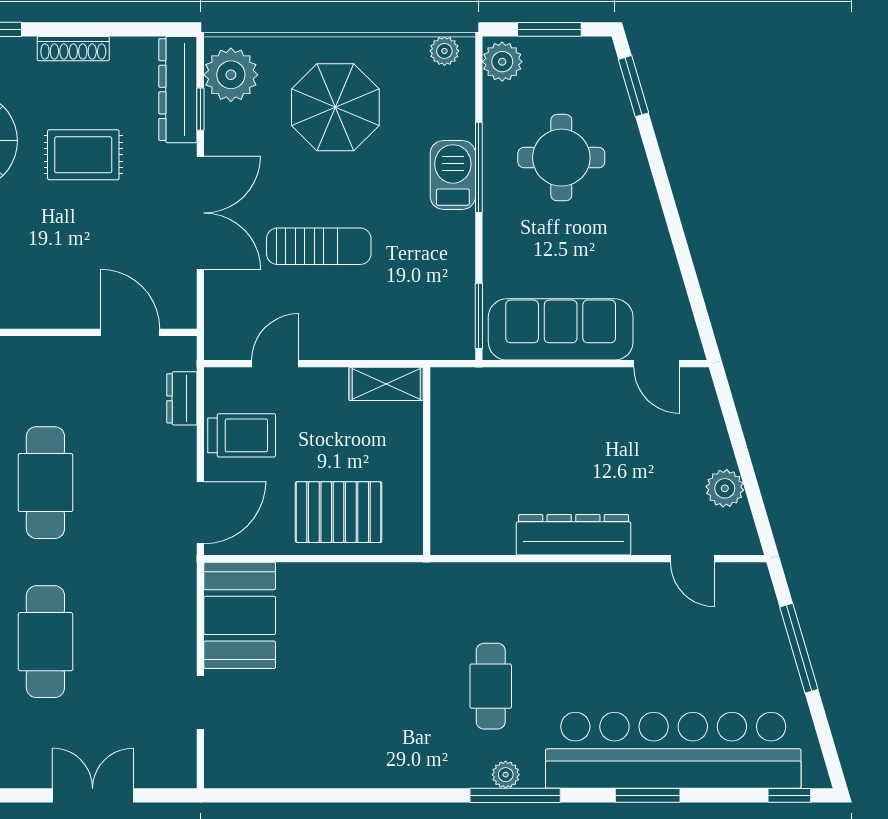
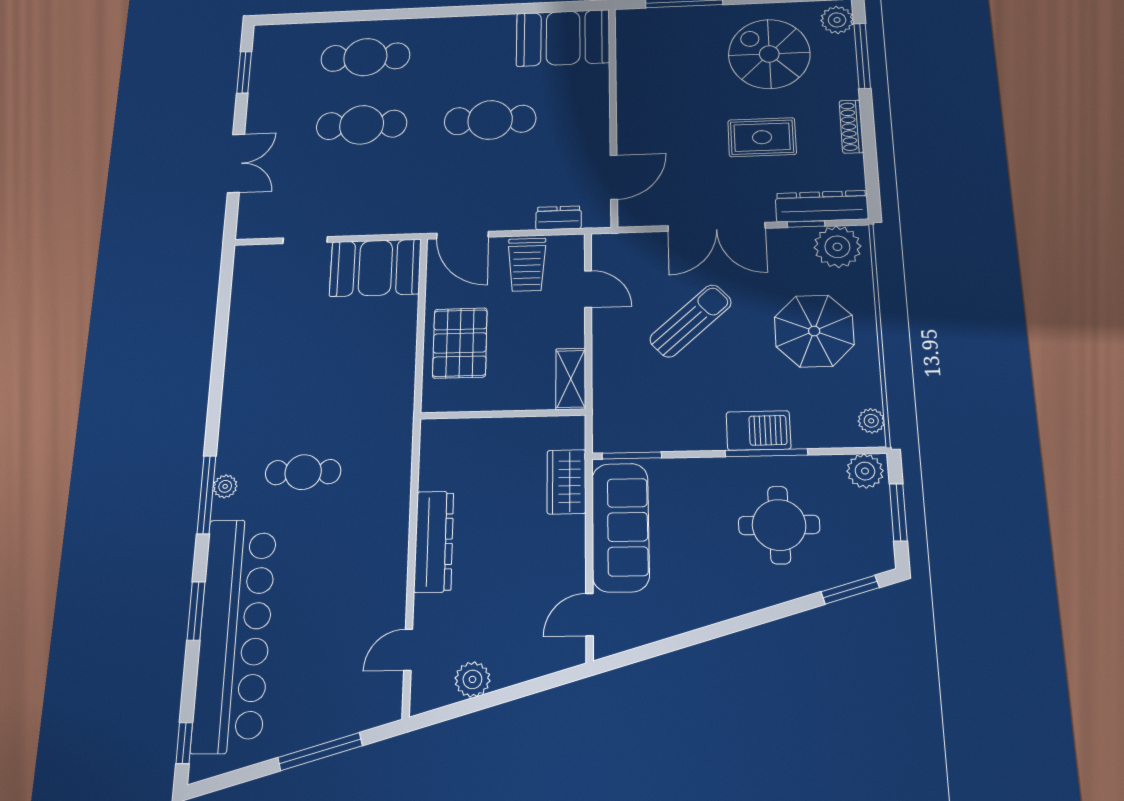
rug: (83, 155) -> (762, 137), turned 90
sun lounger: (319, 246) -> (691, 321), turned -132
wardrobe: (508, 389) -> (566, 482), added

